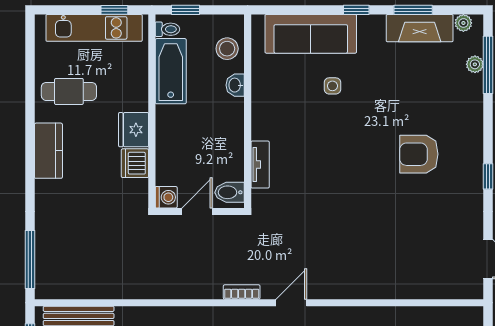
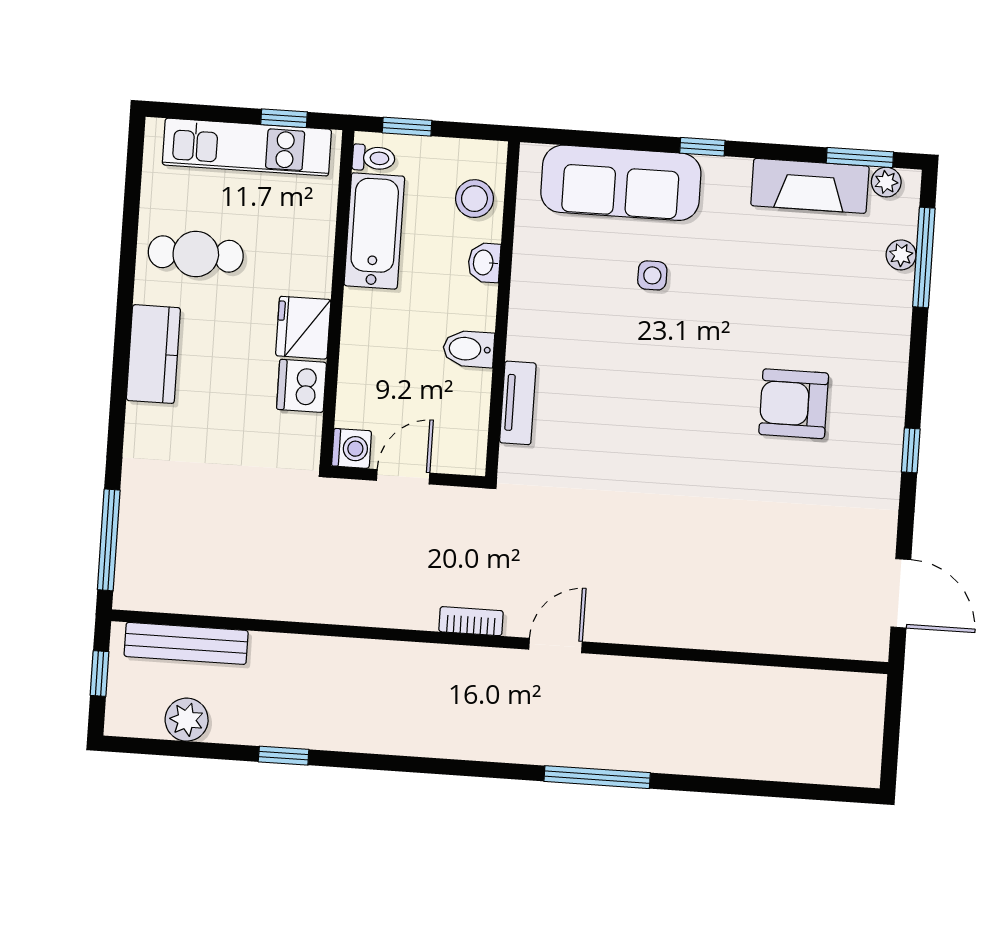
window: (413, 10) -> (860, 157), moved
bidet: (230, 192) -> (469, 349), moved

